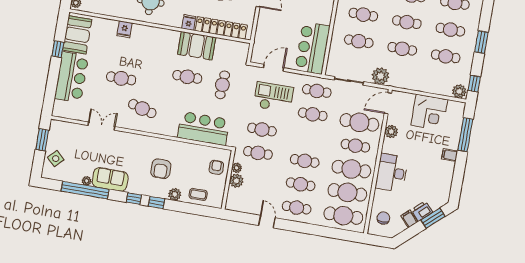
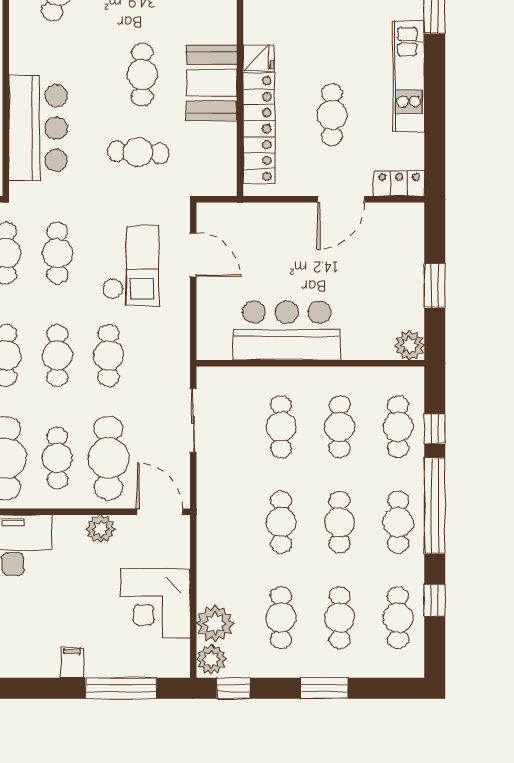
bar counter: (312, 48) -> (287, 331), moved
plant: (380, 76) -> (215, 624), moved
cafe table: (317, 91) -> (57, 356), moved

